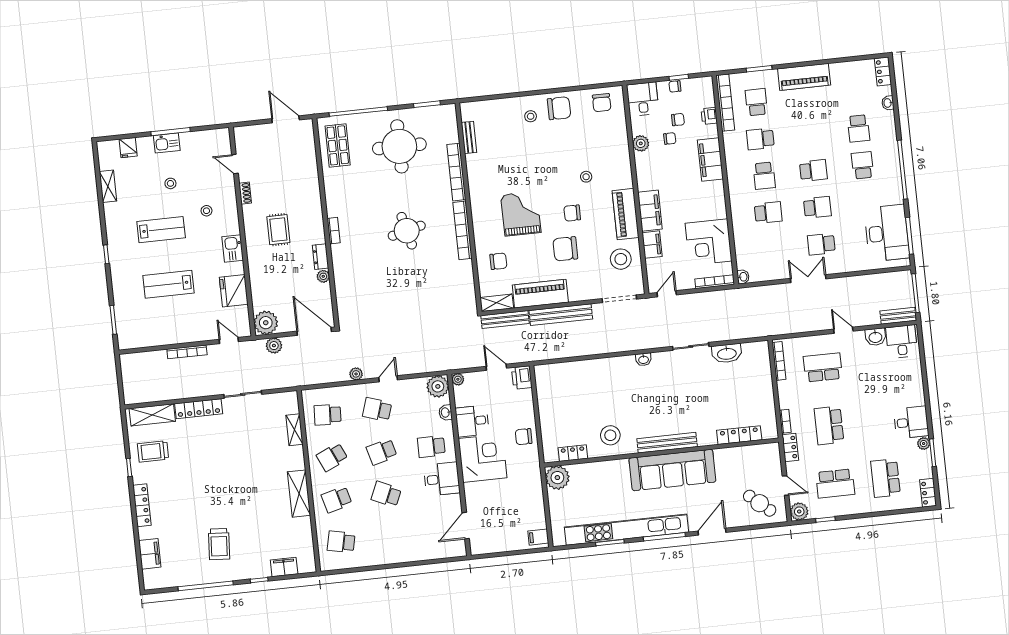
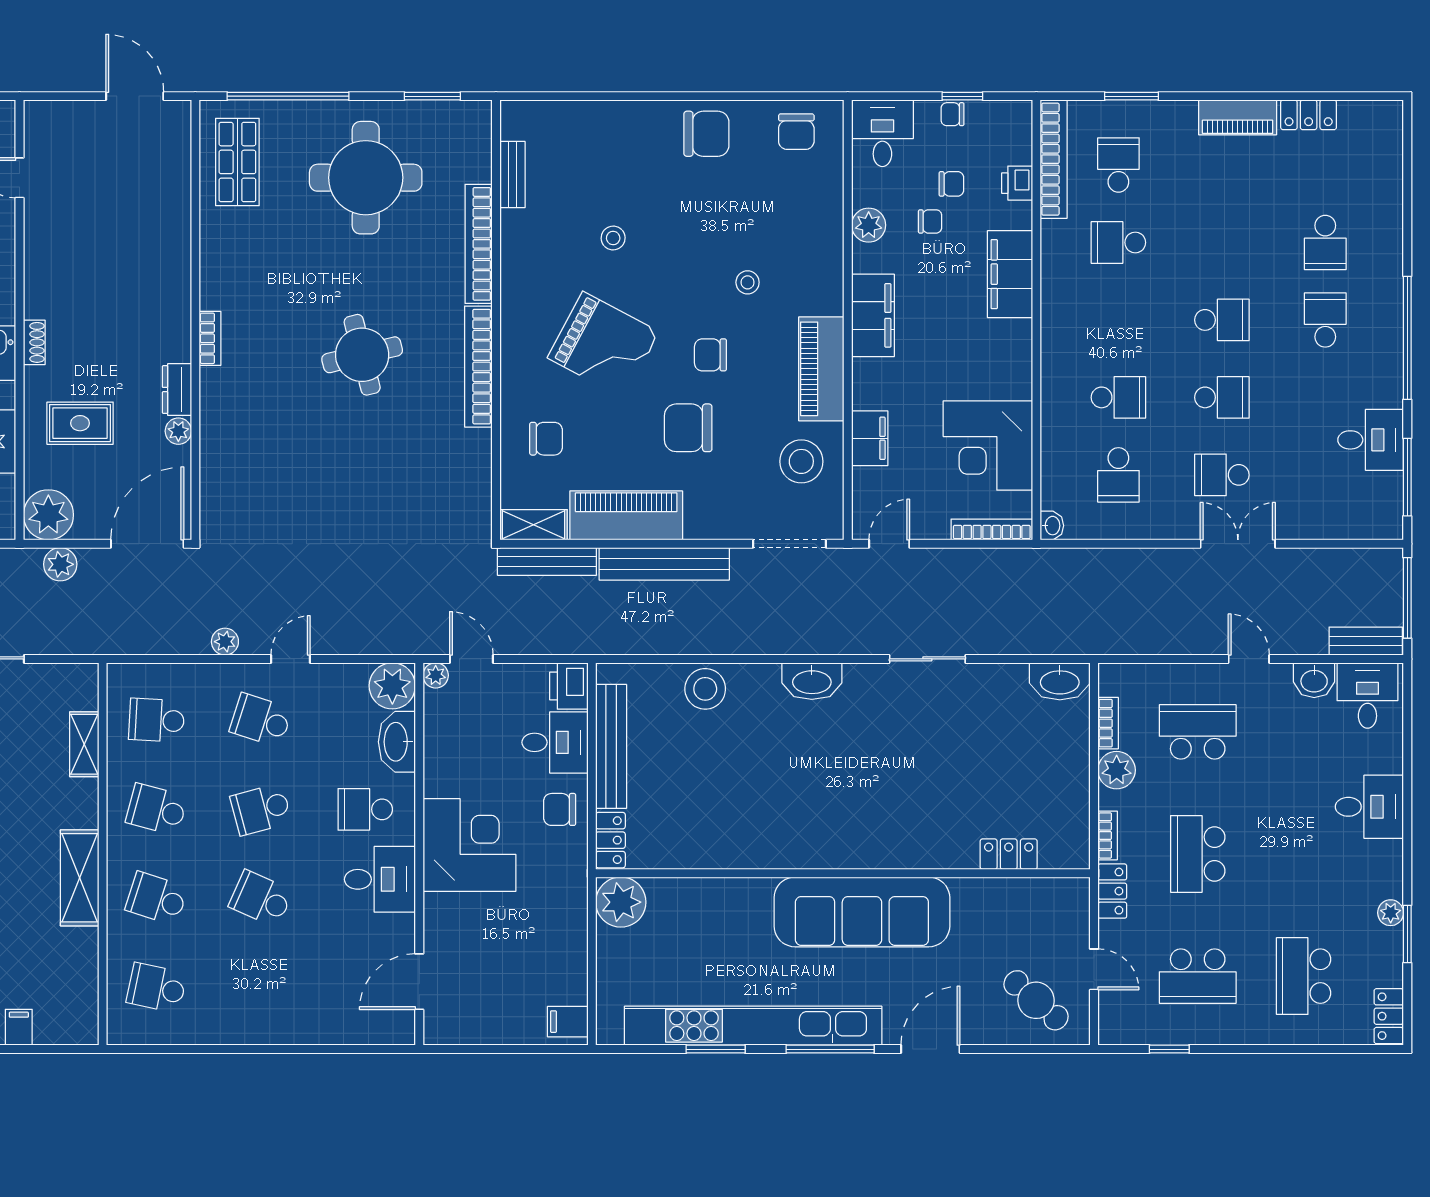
locker: (883, 71) -> (1309, 115), moved, turned -90
piano: (804, 77) -> (1238, 117), width x0.73, depth x0.75
washbasin: (888, 103) -> (1392, 196), removed
stool: (531, 116) -> (613, 238), moved
school desk: (764, 176) -> (1118, 475), moved
shoe rack: (245, 193) -> (34, 342), moved
filing cabinet: (650, 211) -> (873, 315), moved
grand piano: (521, 214) -> (603, 345), turned 118
rug: (278, 230) -> (80, 423), moved, turned 90
desk: (887, 233) -> (1371, 440), width x0.53, depth x0.77
double door: (808, 279) -> (1238, 544), moved
door: (314, 331) -> (147, 544), hinge flipped
washbasin: (727, 353) -> (1060, 681), moved
washbasin: (643, 359) -> (812, 681), width x1.91, depth x1.45
bookcase: (779, 361) -> (1108, 723), width x0.64
door: (496, 367) -> (471, 659), moved
washbasin: (446, 413) -> (397, 742), width x1.91, depth x1.45
desk: (472, 421) -> (555, 742), moved, turned 180
desk: (911, 422) -> (1369, 807), moved
stool: (610, 435) -> (705, 689), moved
locker: (739, 435) -> (1009, 854), width x0.66
bench: (667, 443) -> (611, 746), moved, turned 90
locker: (573, 453) -> (610, 840), moved, turned 90
school desk: (332, 457) -> (157, 809), turned 39
school desk: (337, 499) -> (157, 899), turned 33
plant: (799, 511) -> (1117, 770), moved
filing cabinet: (284, 567) -> (19, 1027), width x0.50

